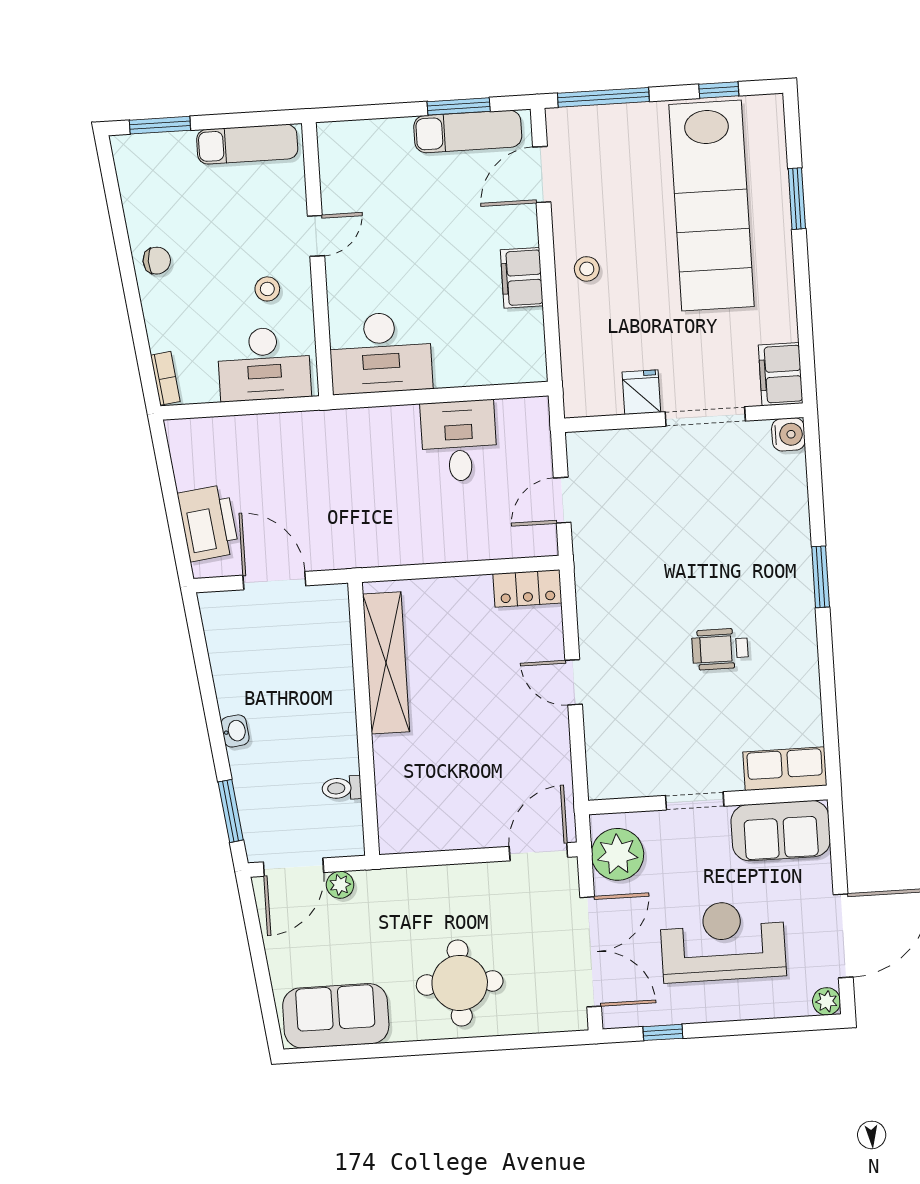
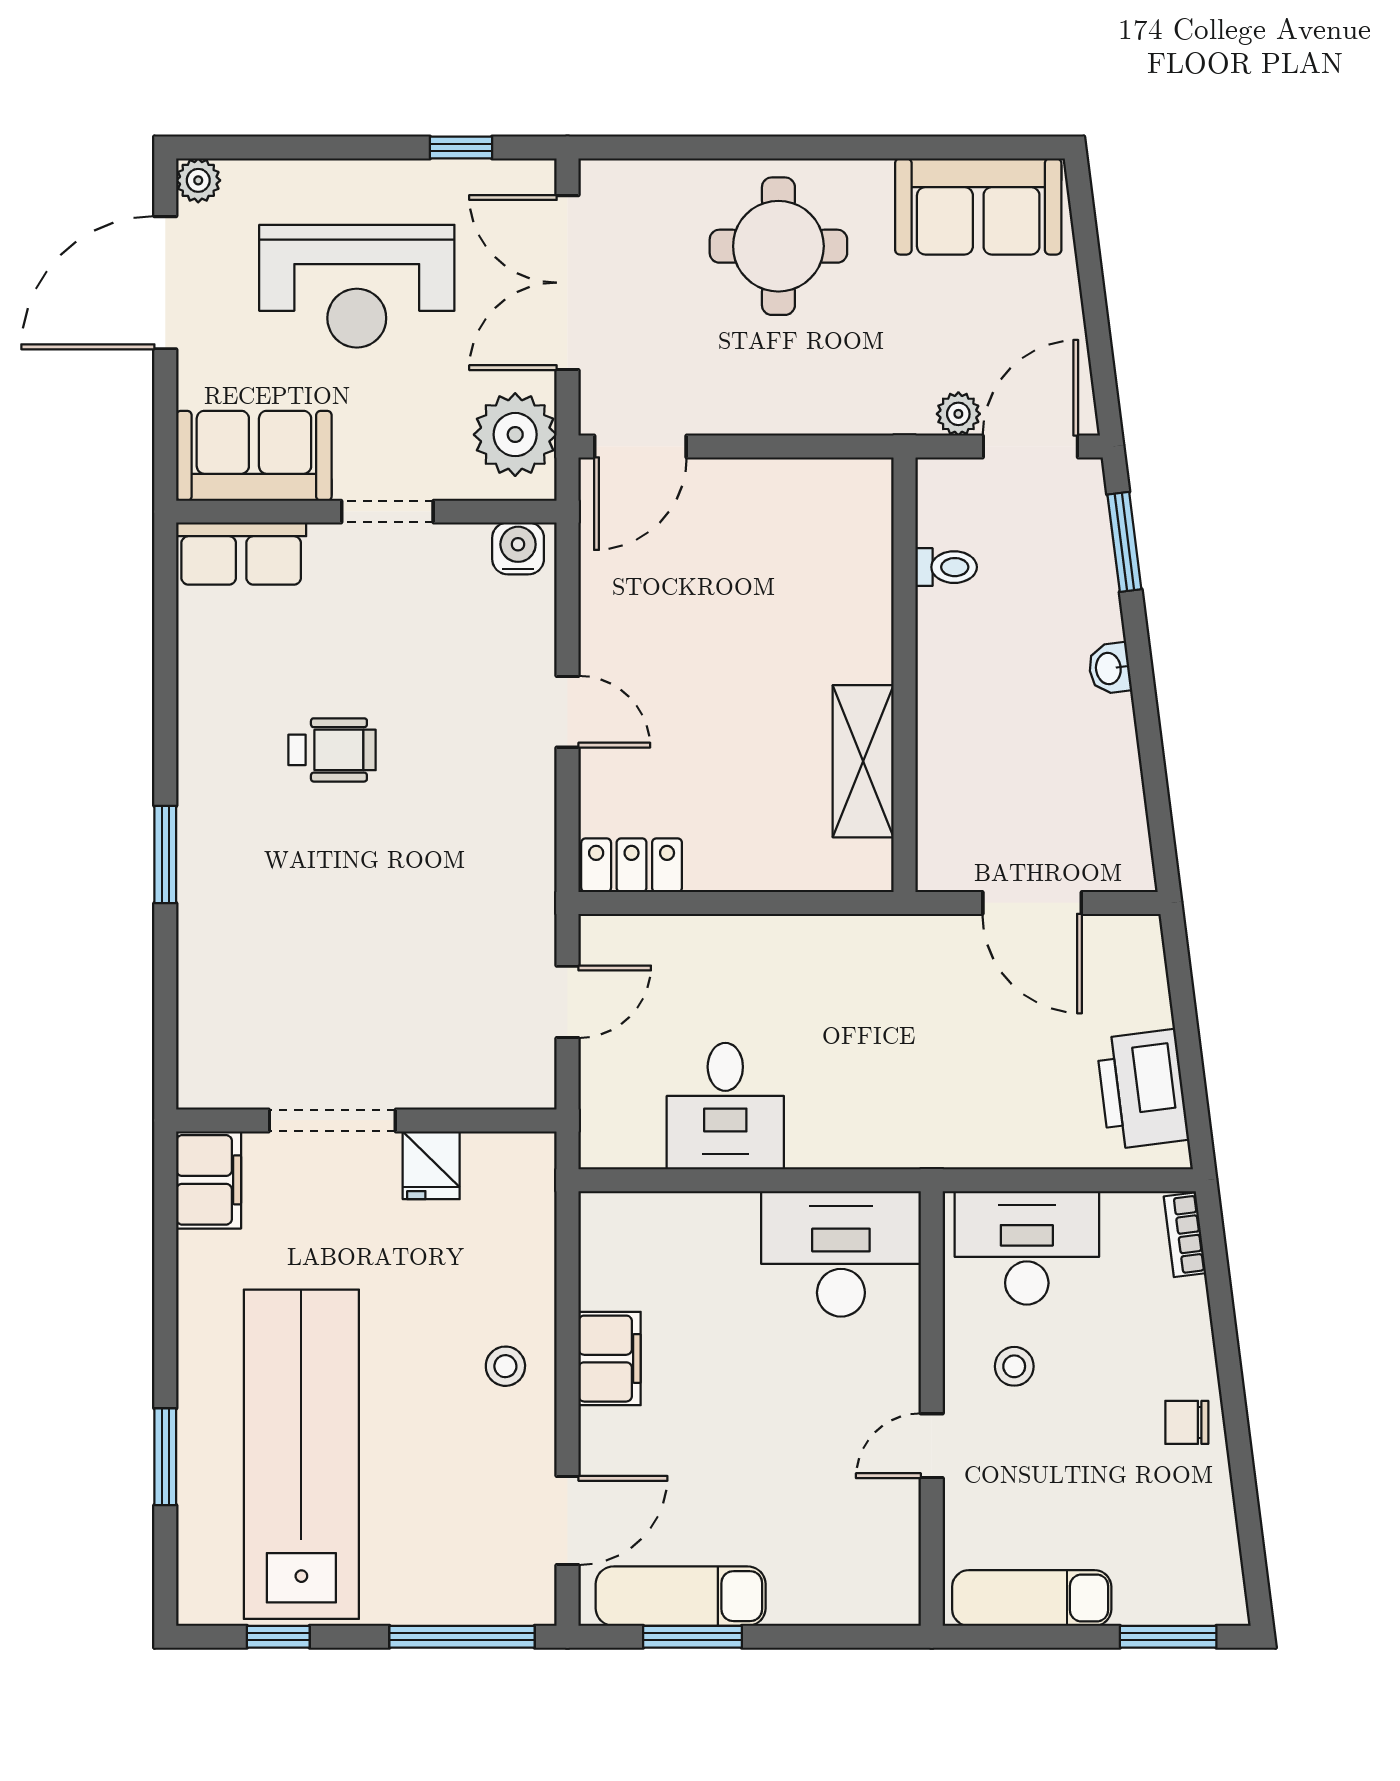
water cooler: (788, 434) -> (518, 548), moved, turned 90
printer: (208, 523) -> (1142, 1089), moved
shelving: (386, 663) -> (863, 761), width x0.68

